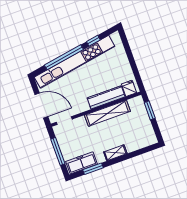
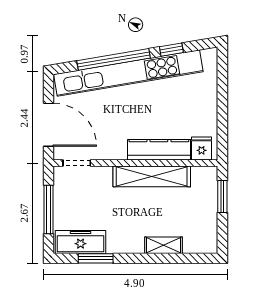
shelving: (115, 153) -> (163, 245), moved

